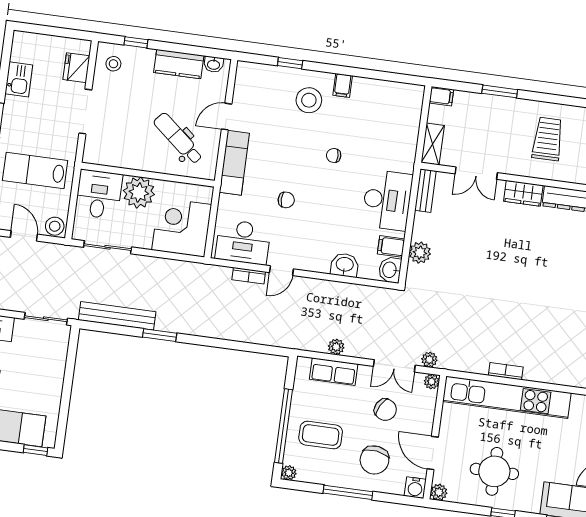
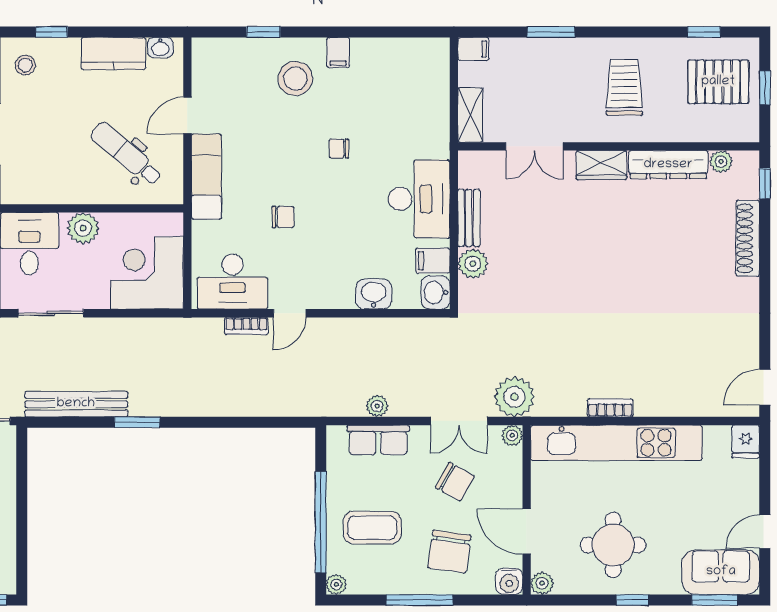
bench: (425, 191) -> (469, 218), moved
plant: (139, 193) -> (83, 228), width x0.73, depth x0.73
plant: (429, 360) -> (514, 397), width x1.88, depth x1.88

